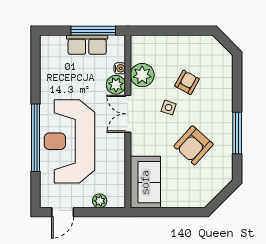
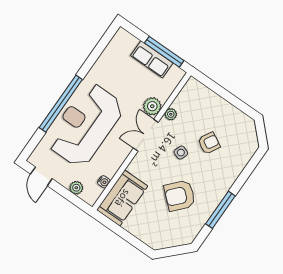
water cooler: (120, 68) -> (104, 182), moved
plant: (142, 75) -> (171, 114), width x0.53, depth x0.53
door: (63, 212) -> (41, 176), hinge flipped

